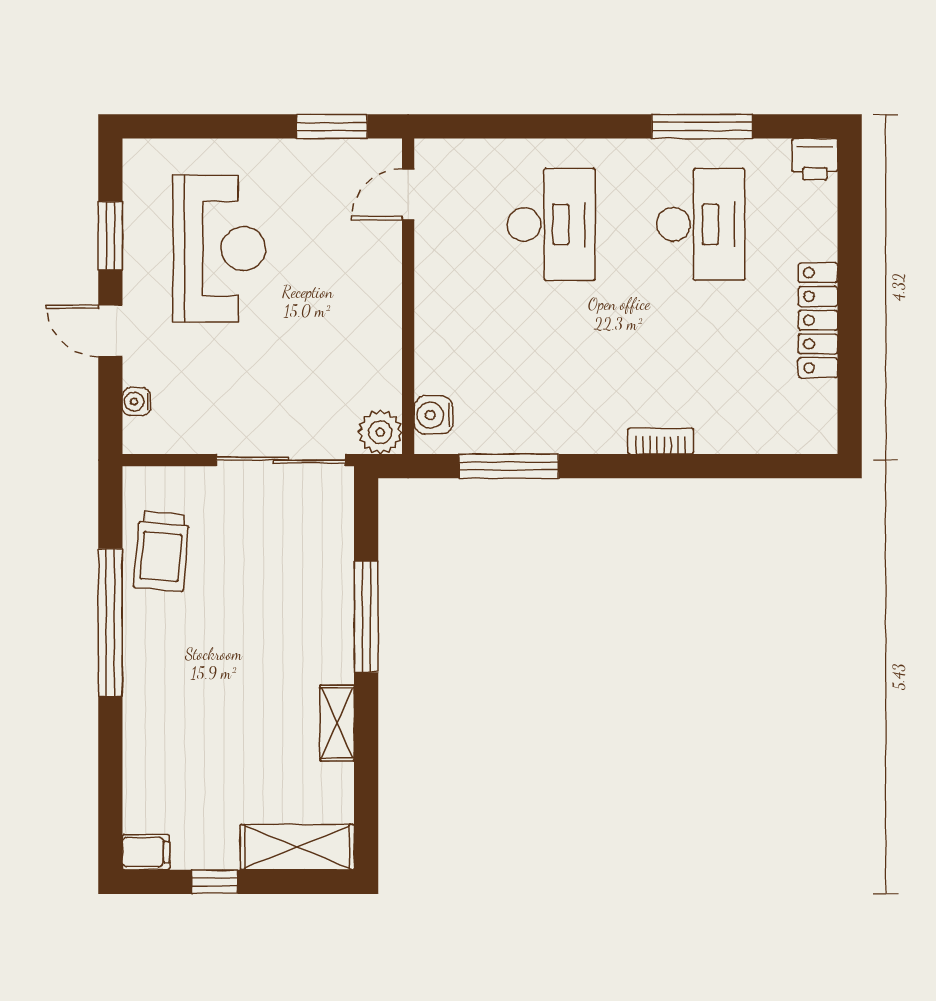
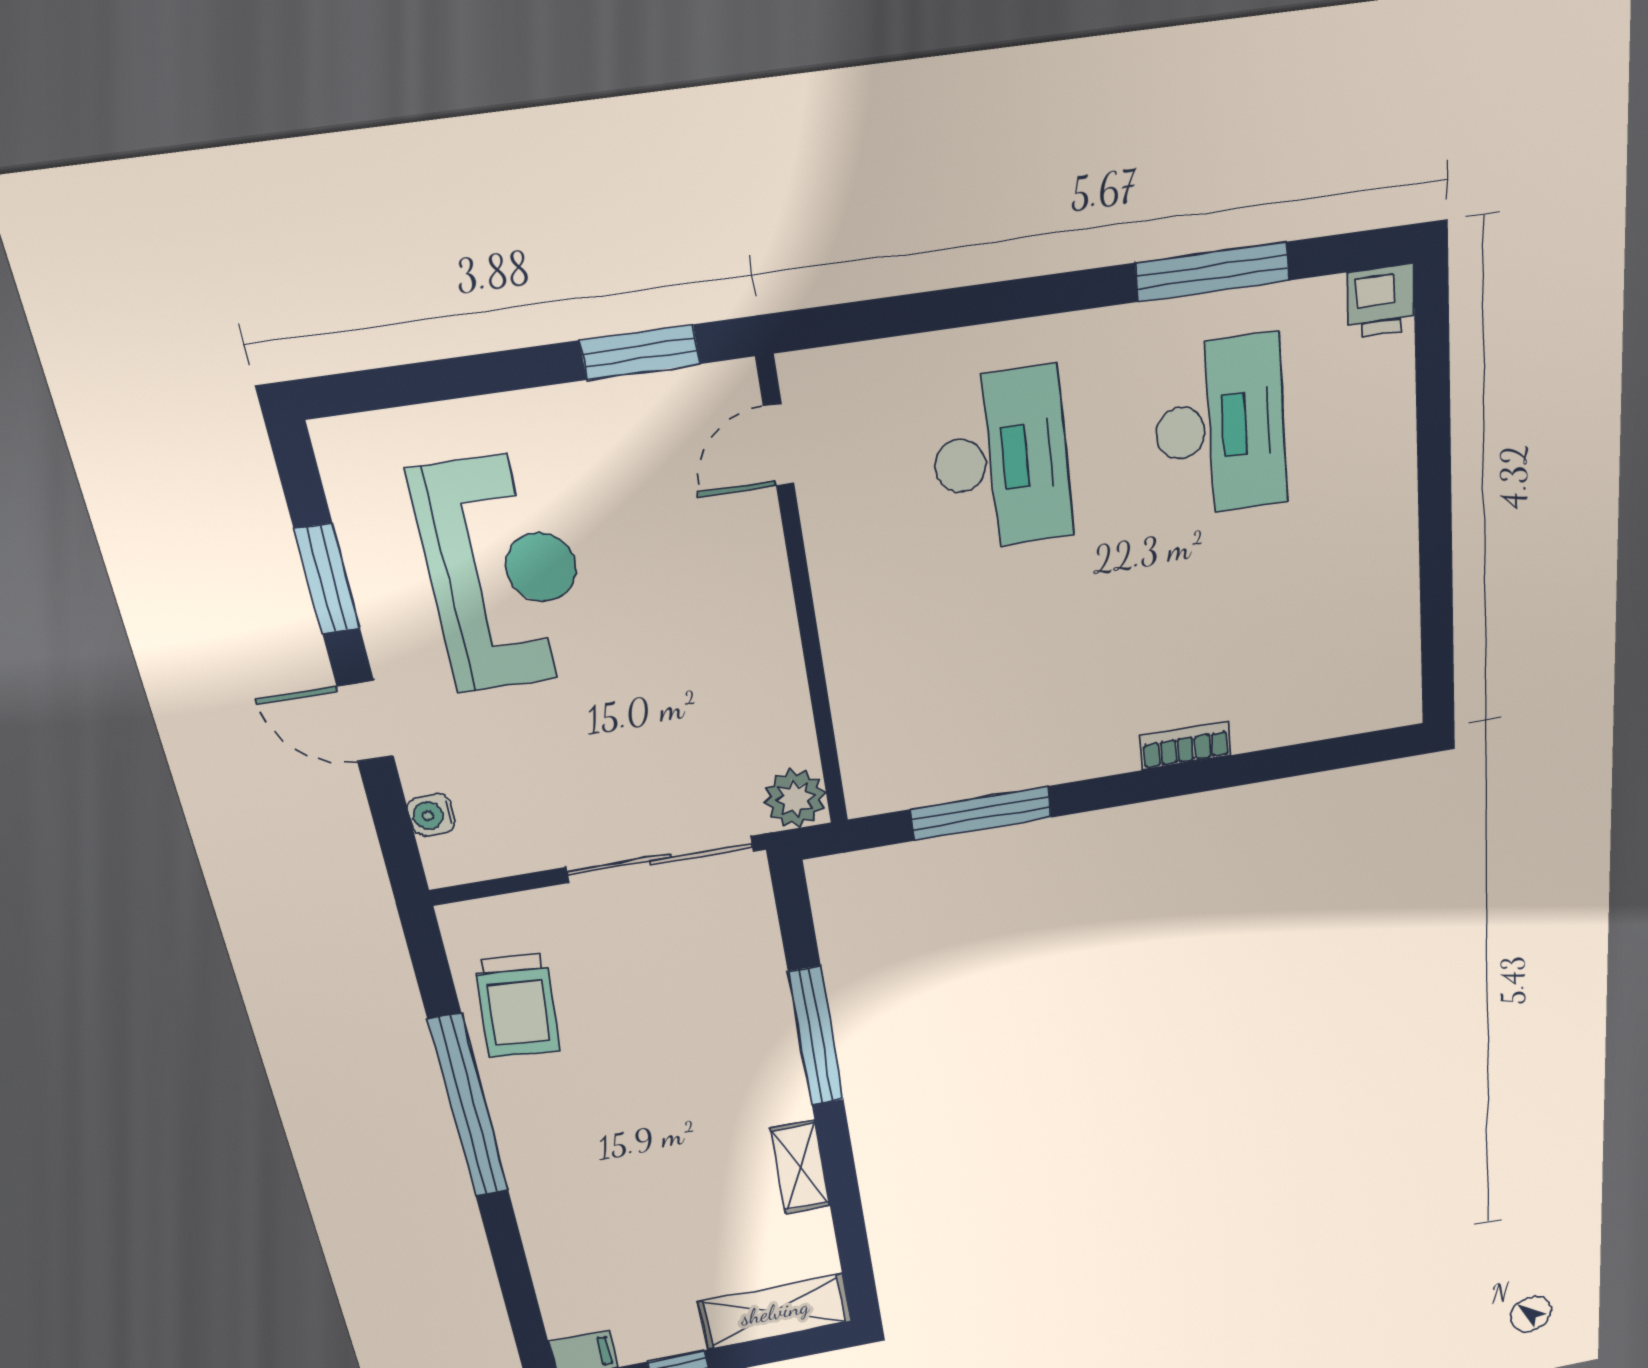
locker: (818, 320) -> (1392, 543), removed
water cooler: (433, 415) -> (867, 762), removed

